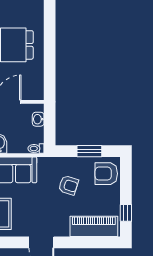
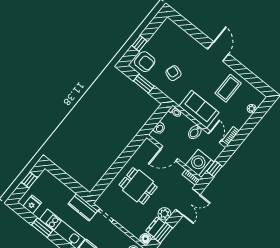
window: (126, 213) -> (140, 43), moved
piano: (94, 226) -> (178, 35), removed

